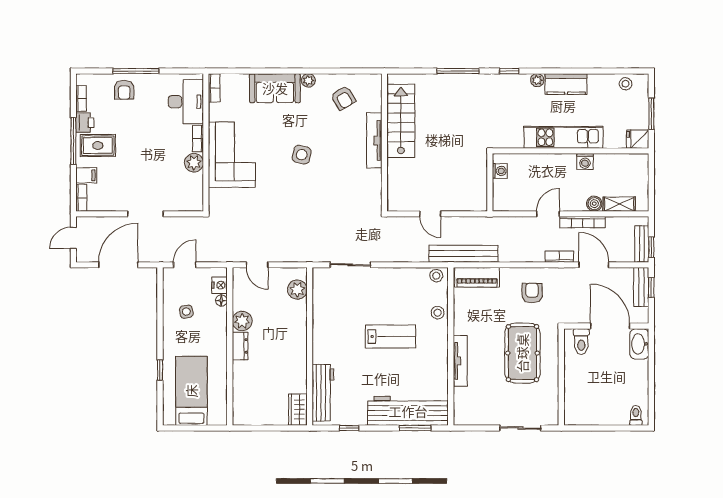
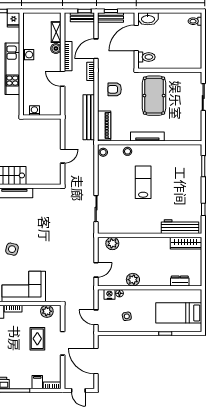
rug: (98, 146) -> (37, 339), moved
side table: (302, 155) -> (12, 249), moved
plant: (194, 163) -> (47, 311), moved
bench: (463, 254) -> (89, 117), moved
dresser: (240, 346) -> (180, 281), moved
pool table: (522, 353) -> (154, 96), turned 90
tv unit: (460, 361) -> (147, 136), moved
wardrobe: (298, 410) -> (186, 243), width x1.50
workbench: (408, 411) -> (192, 171), removed

